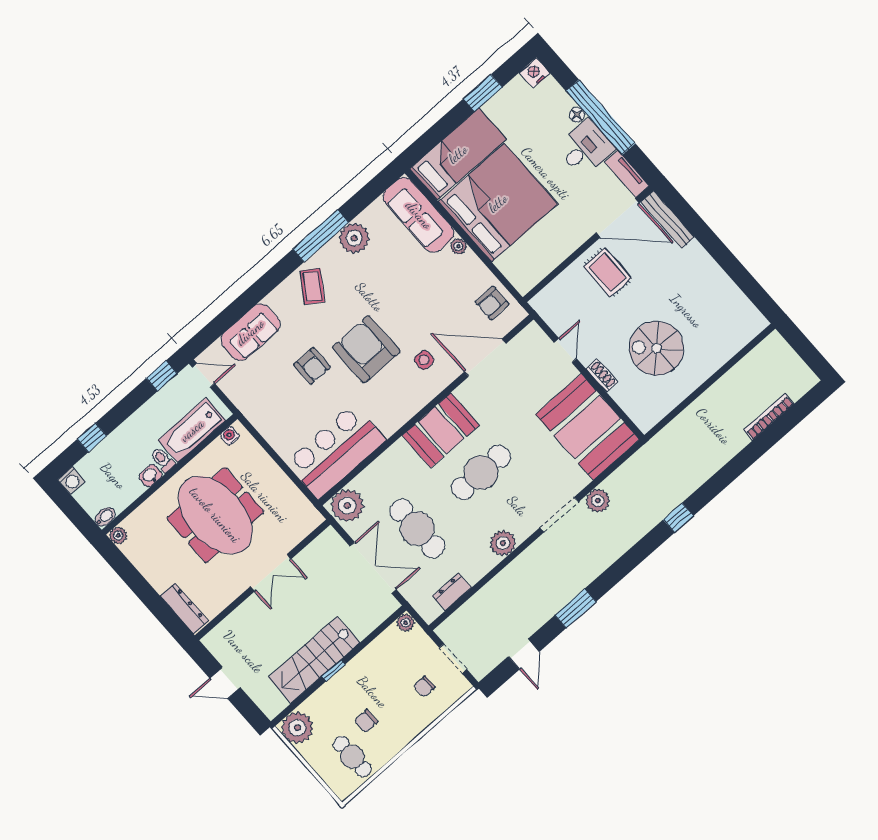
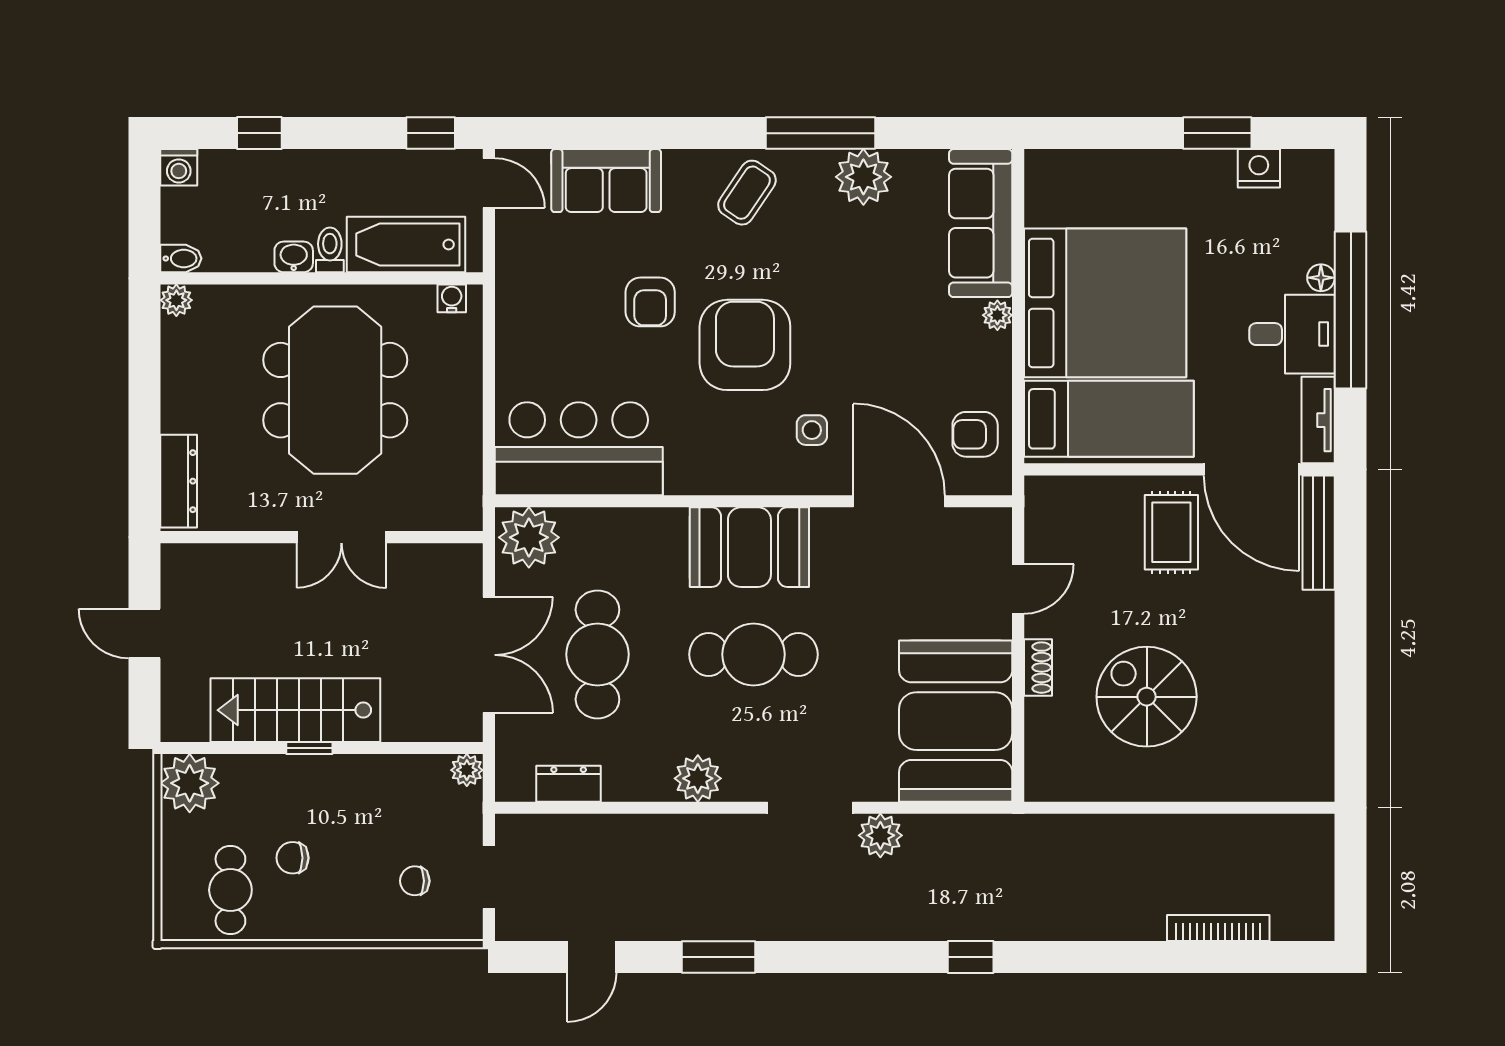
nightstand: (535, 73) -> (1259, 168), moved
bed: (458, 154) -> (1109, 419), moved

